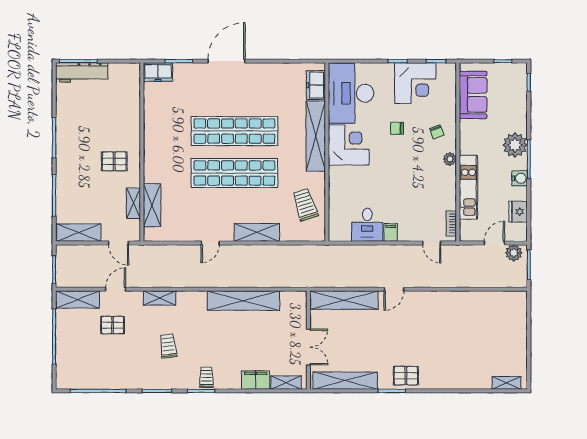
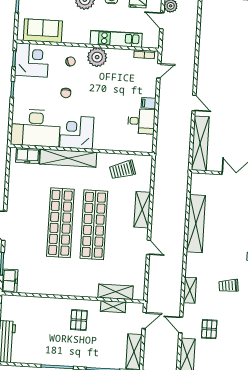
corner desk: (415, 83) -> (32, 60), moved
plant: (450, 159) -> (97, 57), width x1.87, depth x1.87

